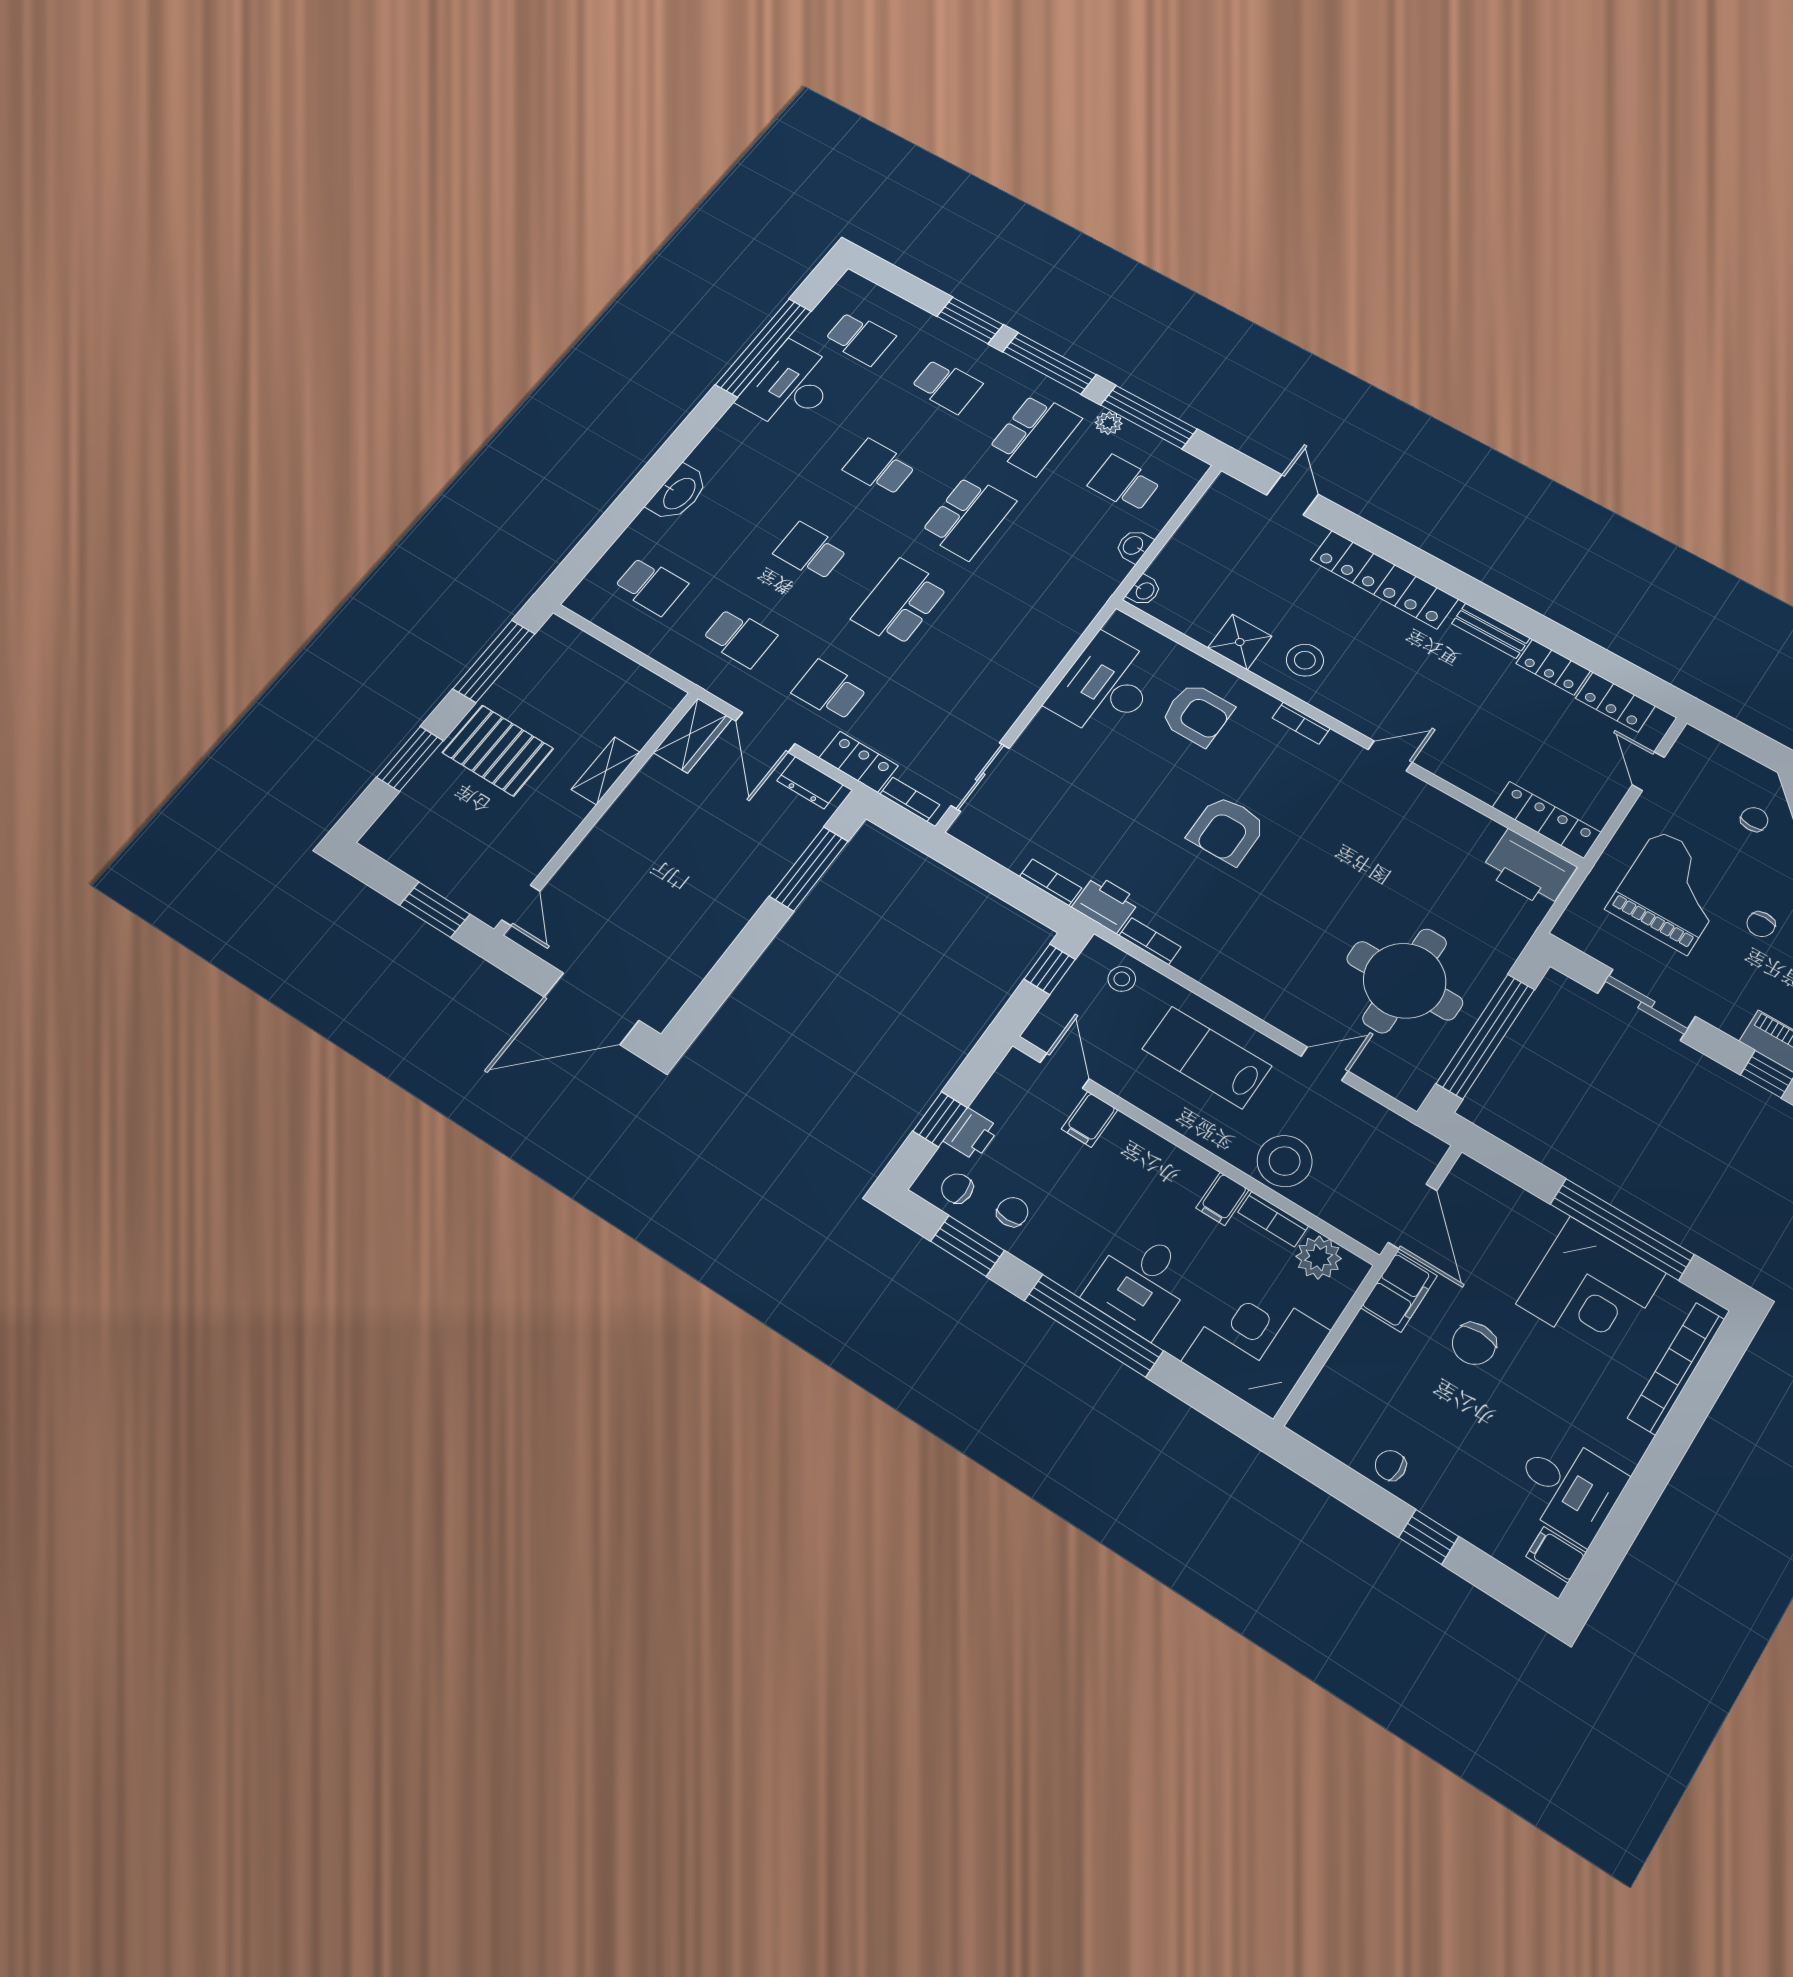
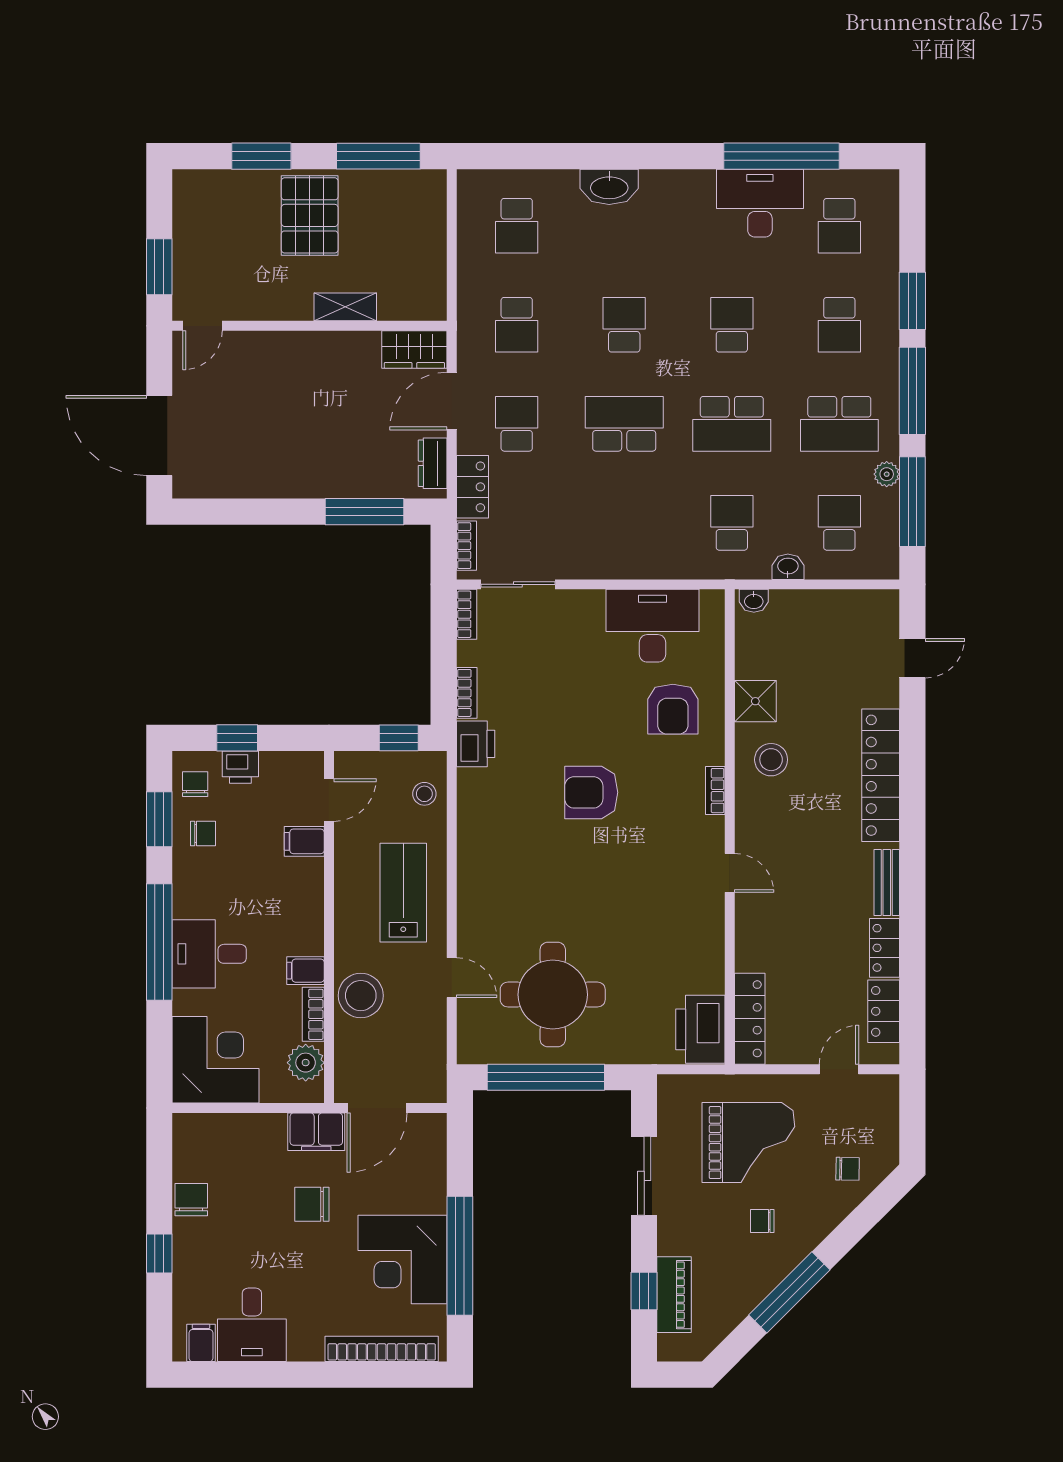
school desk: (1059, 568) -> (732, 523), added
bookcase: (1150, 941) -> (467, 614), moved
chair: (1391, 1465) -> (191, 1200), width x1.37, depth x1.37

